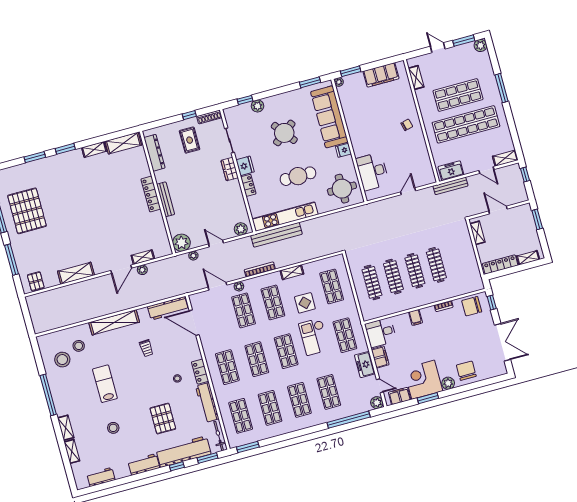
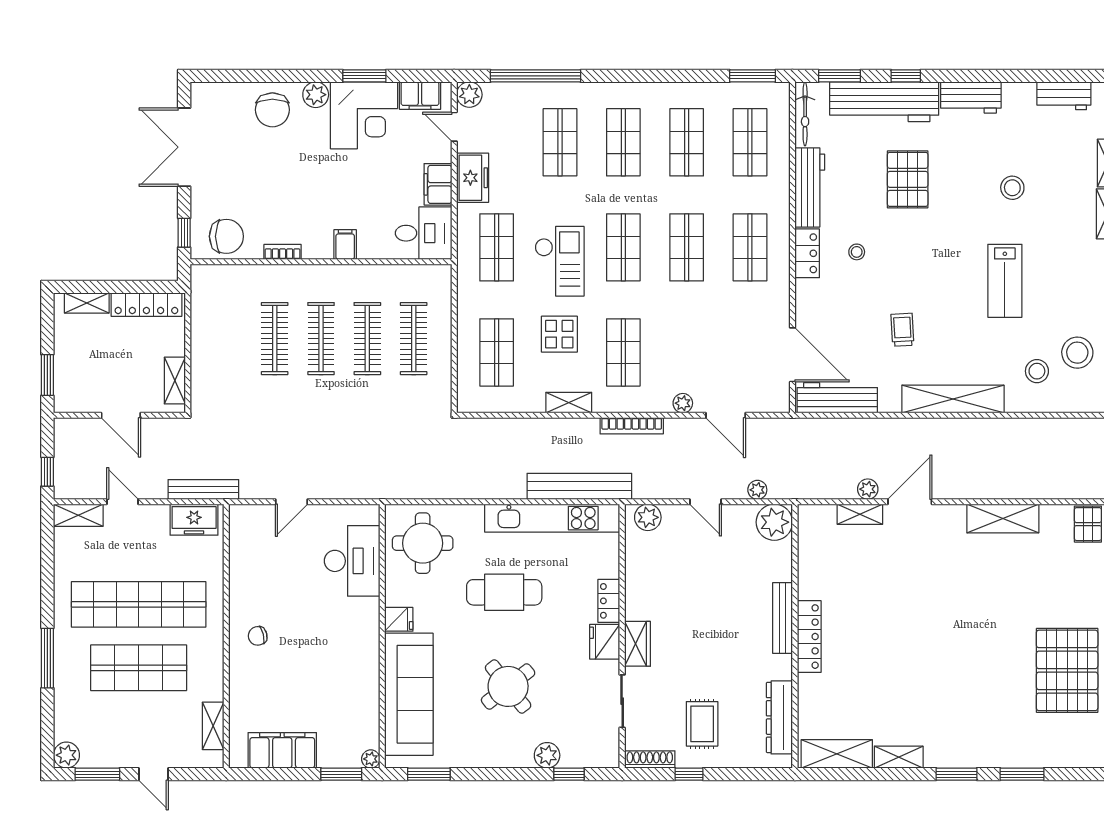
shop shelf: (244, 310) -> (687, 352), removed

